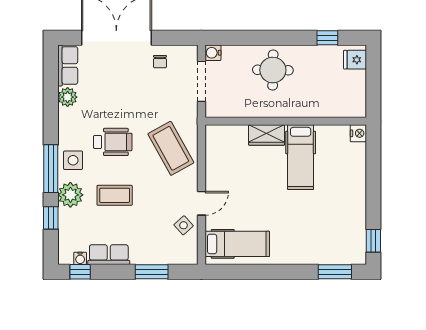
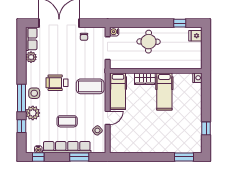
wheelchair: (113, 142) -> (57, 83), turned 180
coffee table: (171, 148) -> (90, 86), turned -61
coffee table: (115, 195) -> (67, 121), moved
window: (373, 241) -> (206, 128), moved
hospital bed: (237, 244) -> (118, 91), moved, turned 90
row of seats: (109, 255) -> (67, 147), width x2.02

